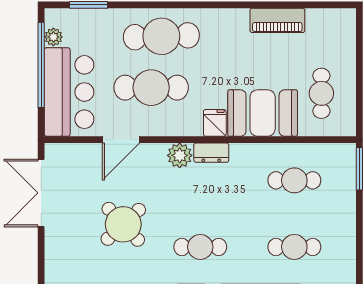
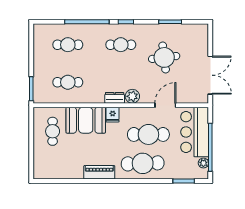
piano: (277, 20) -> (99, 172), moved
round table: (123, 224) -> (164, 57), turned 36

